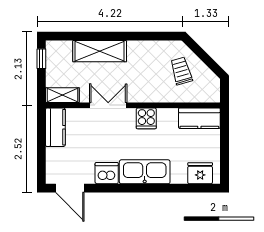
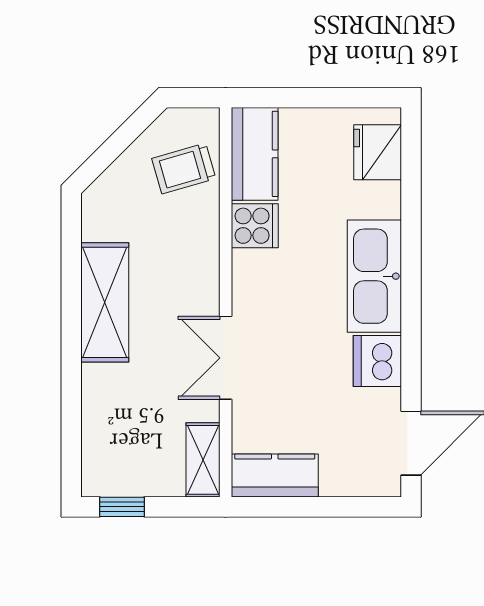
shelving: (100, 51) -> (105, 302), moved
trolley: (181, 71) -> (184, 169), moved
cooker: (146, 118) -> (255, 226), moved

